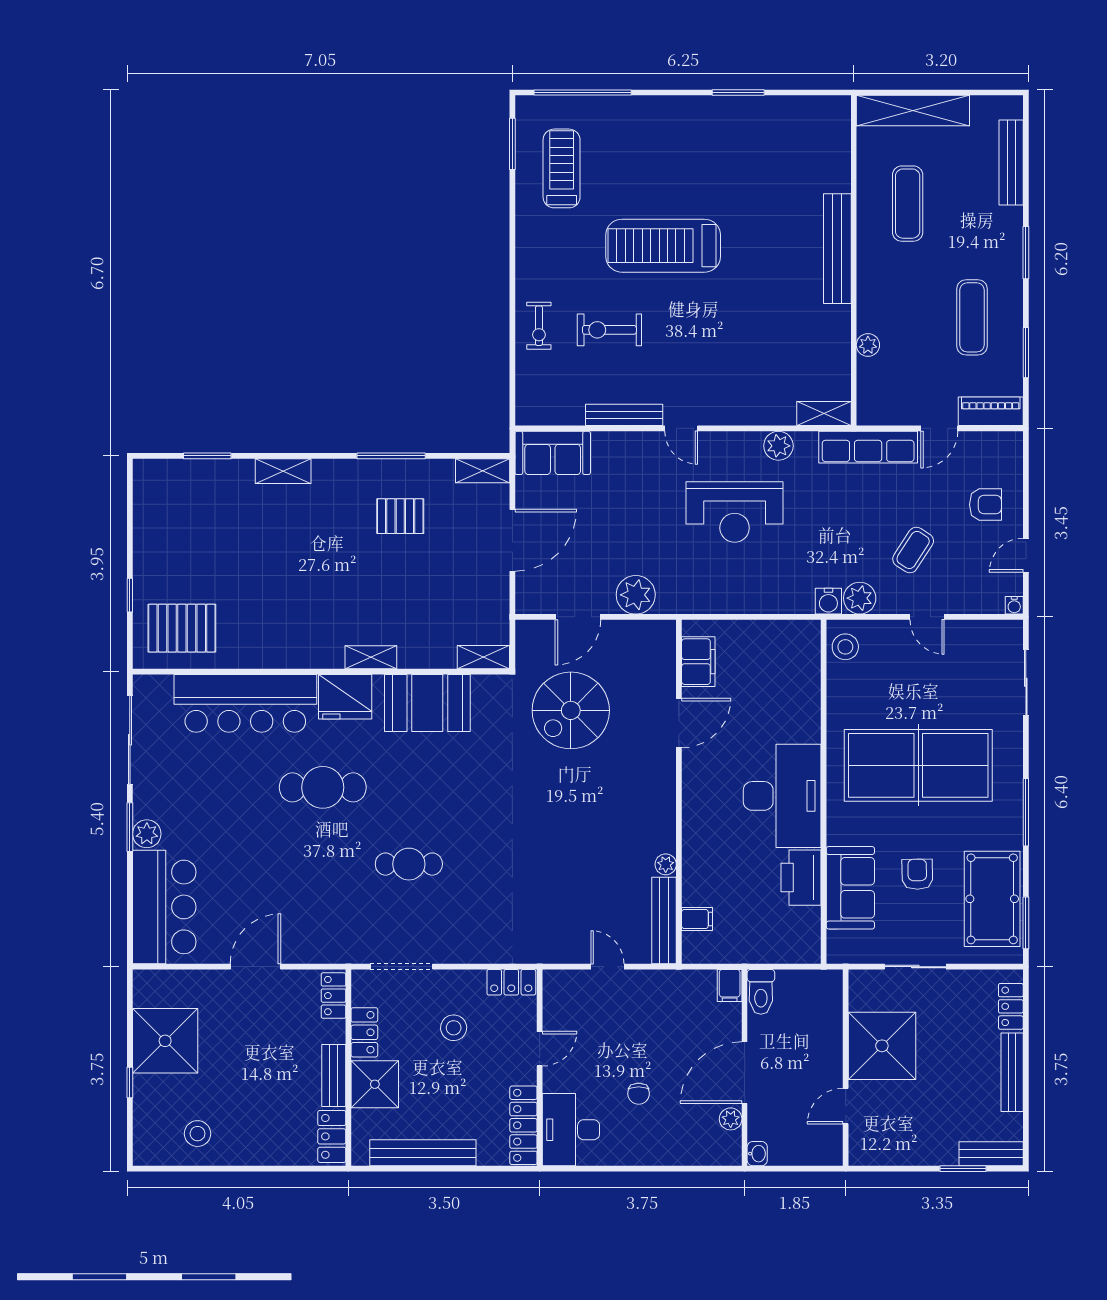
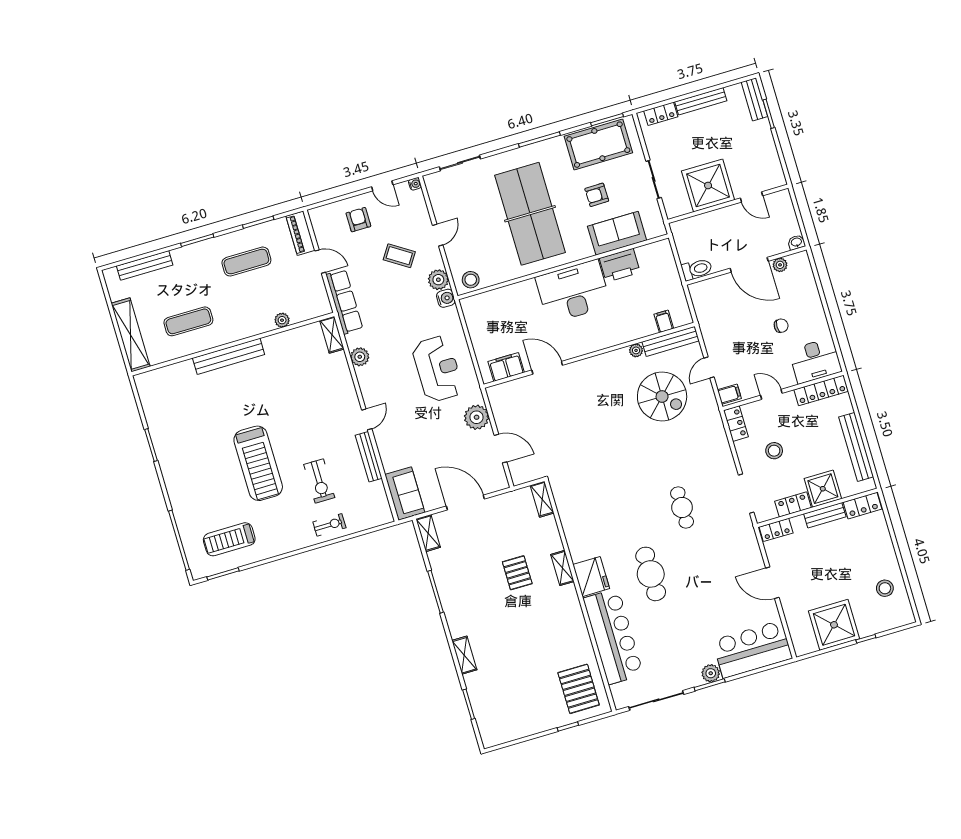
reception desk: (735, 512) -> (438, 369), moved
pallet: (400, 516) -> (517, 573), moved
booth: (427, 703) -> (580, 525), removed
spiral stairs: (571, 710) -> (662, 396), moved
filing cabinet: (730, 986) -> (729, 394), moved

